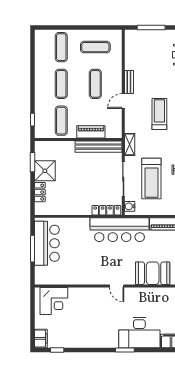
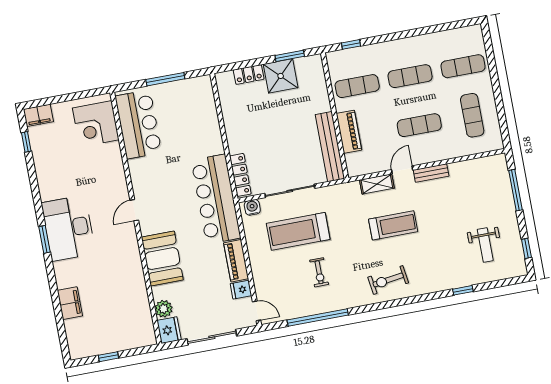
door: (123, 101) -> (402, 170), hinge flipped
shelving: (130, 144) -> (377, 184), moved
bar counter: (47, 243) -> (138, 124), moved, turned -90
desk: (139, 332) -> (68, 228), moved

